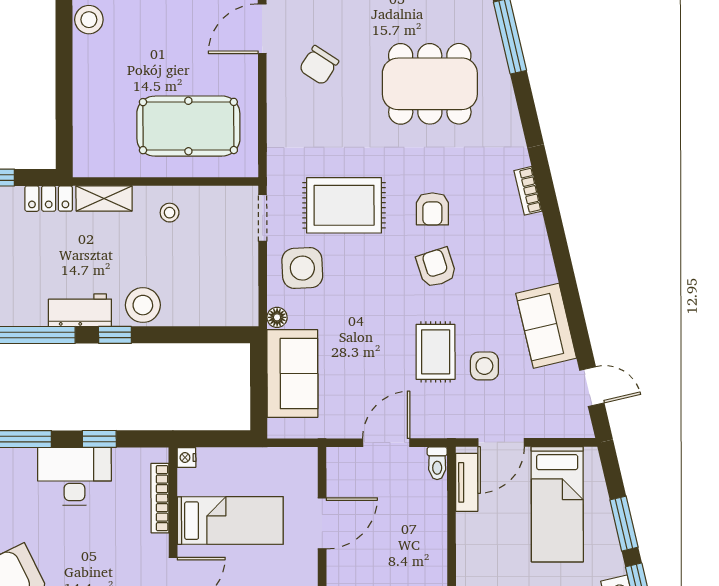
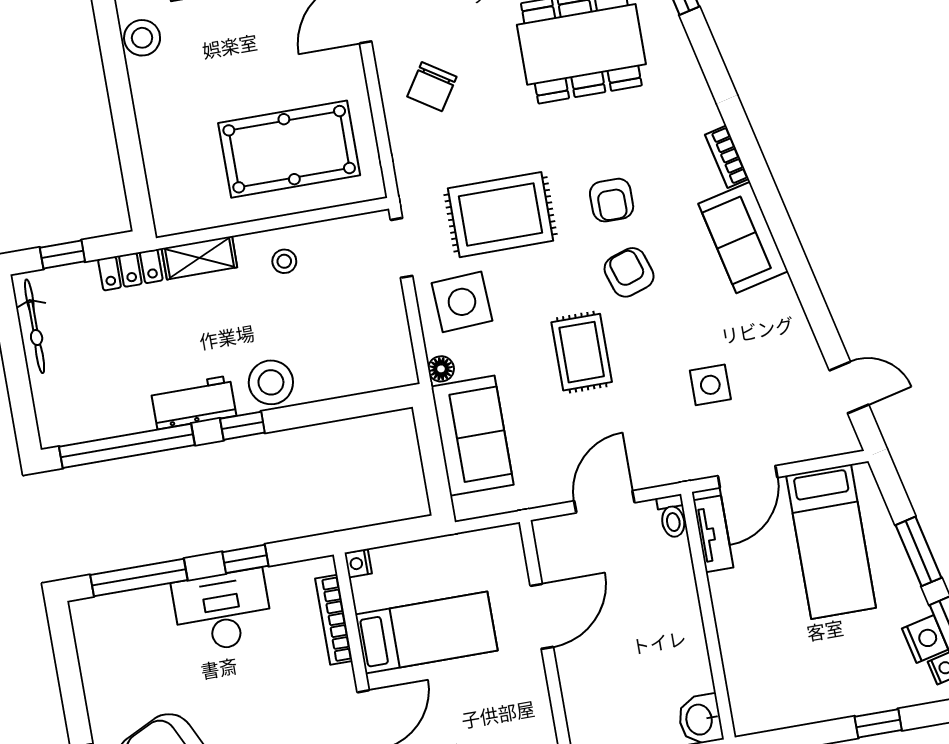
chair: (319, 65) -> (432, 87), moved
sofa: (546, 326) -> (743, 238), moved
rug: (436, 352) -> (582, 352), moved

